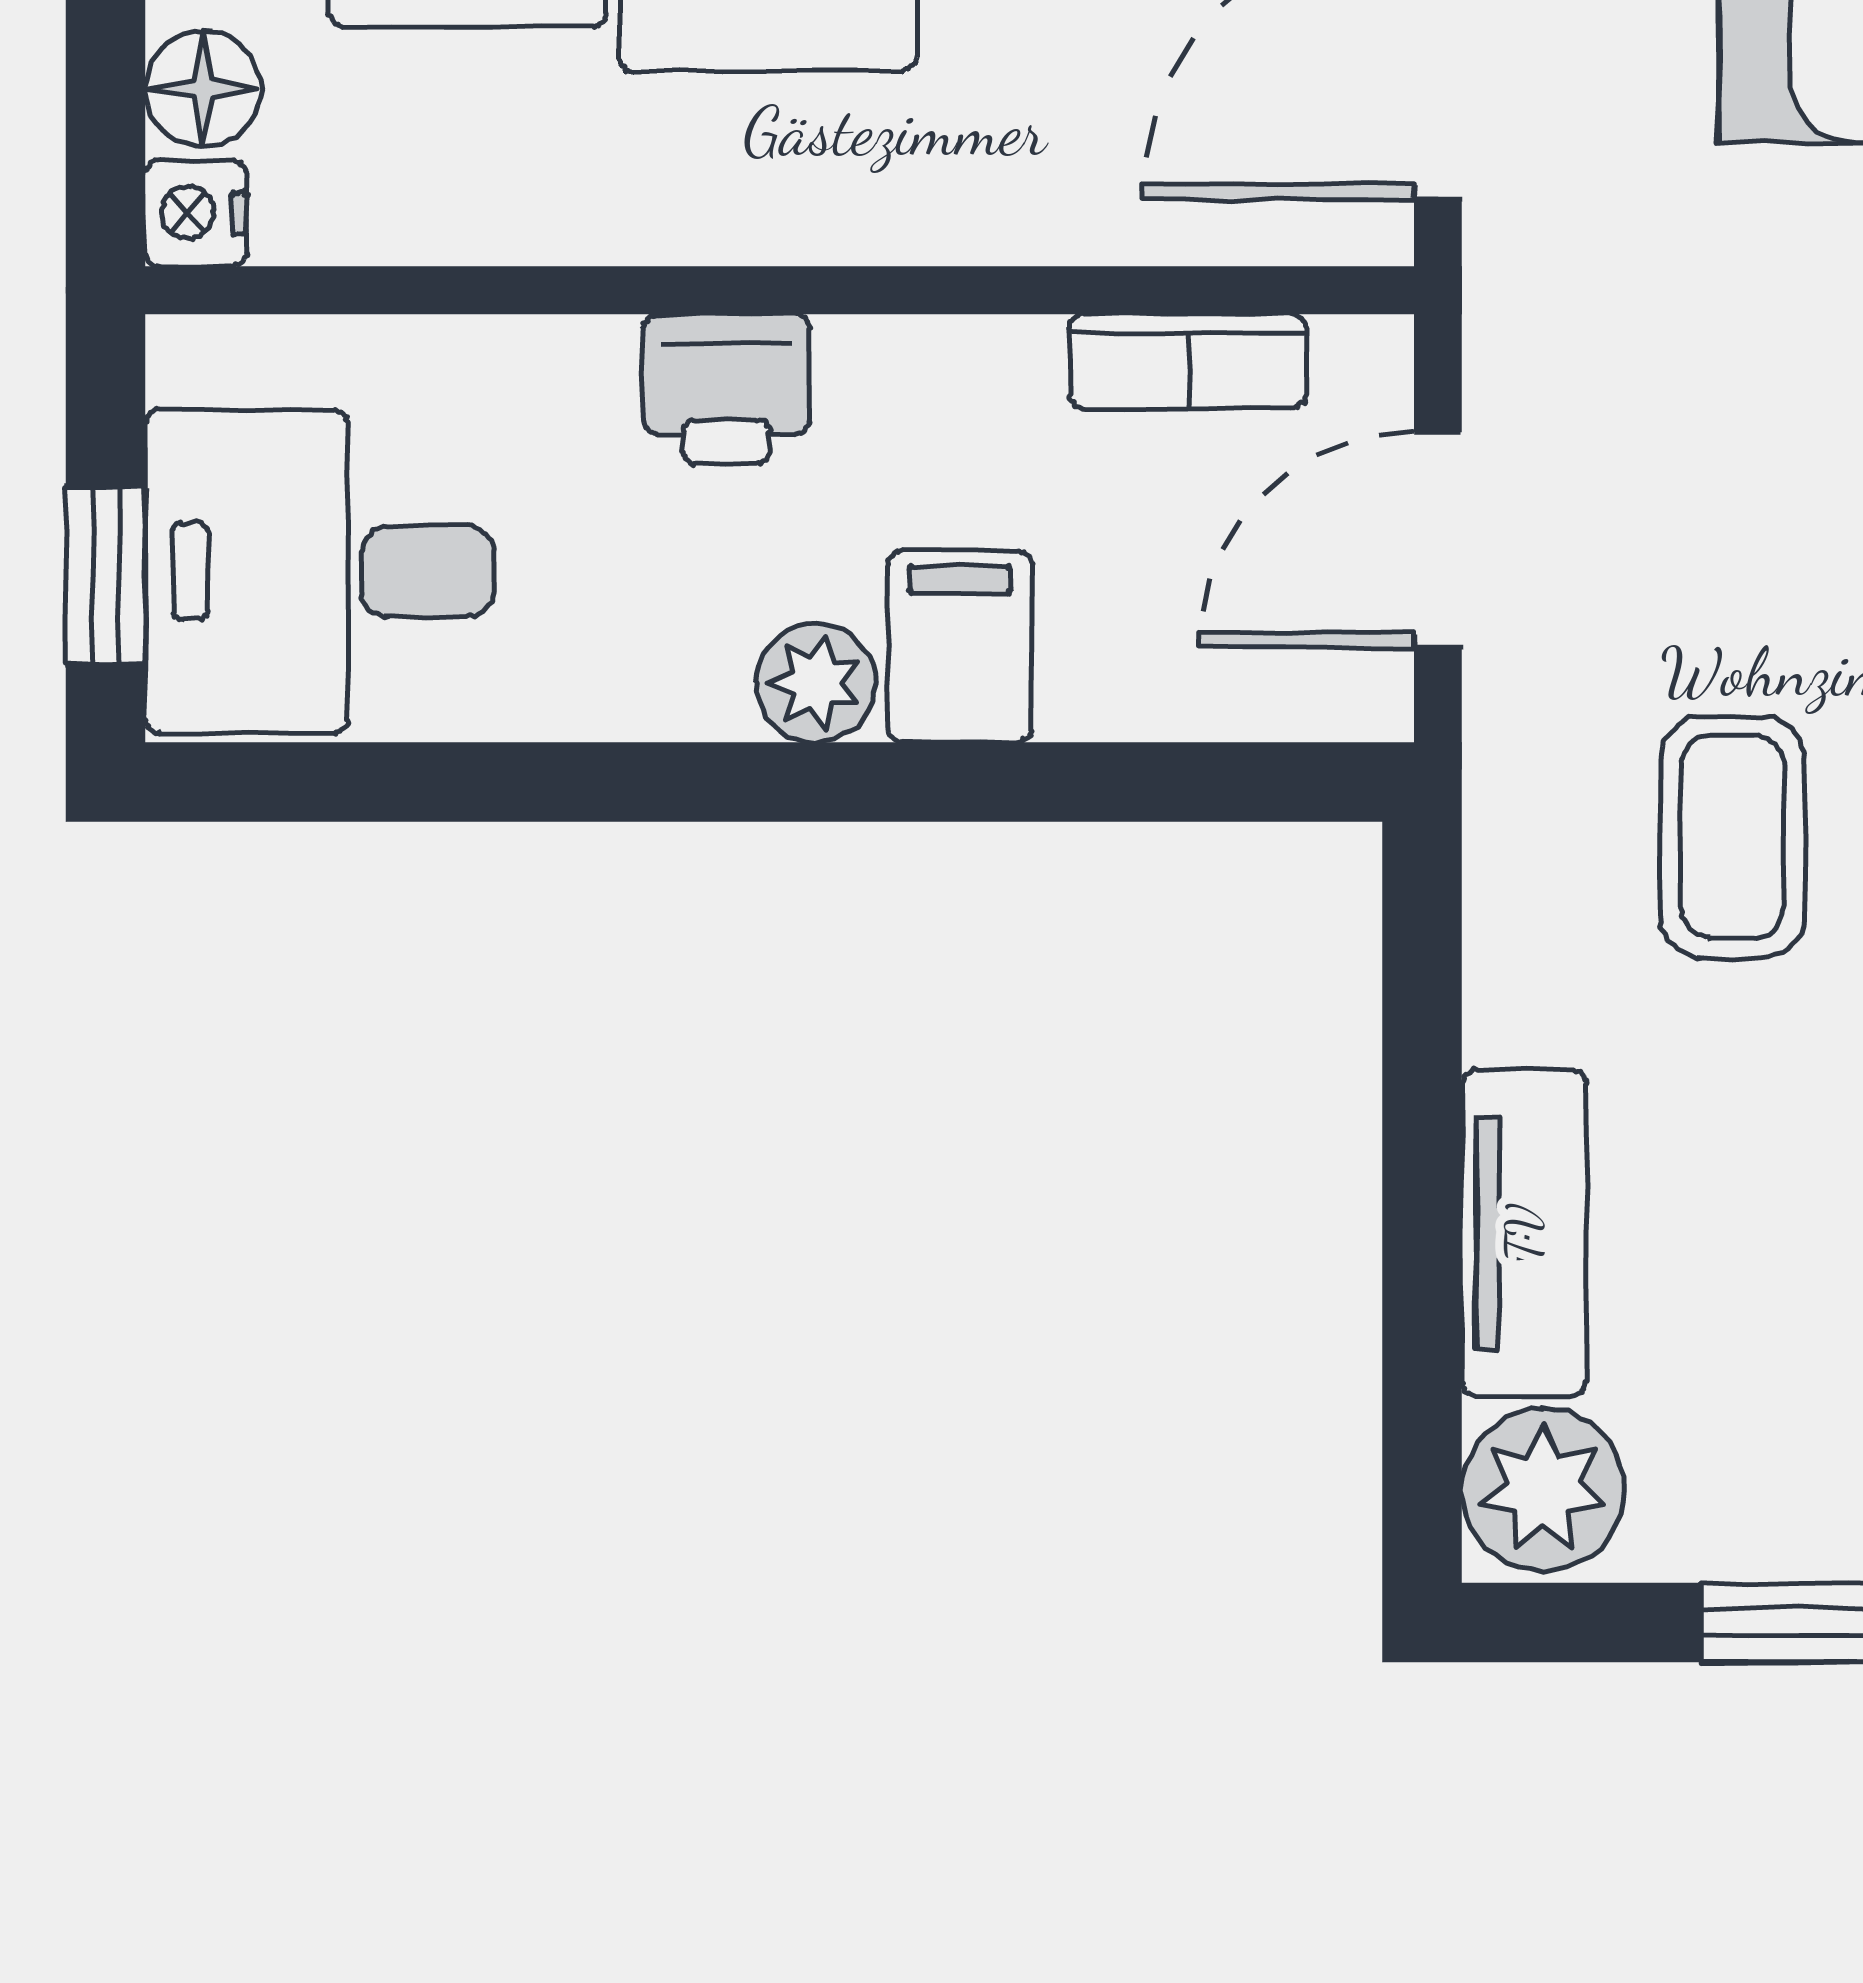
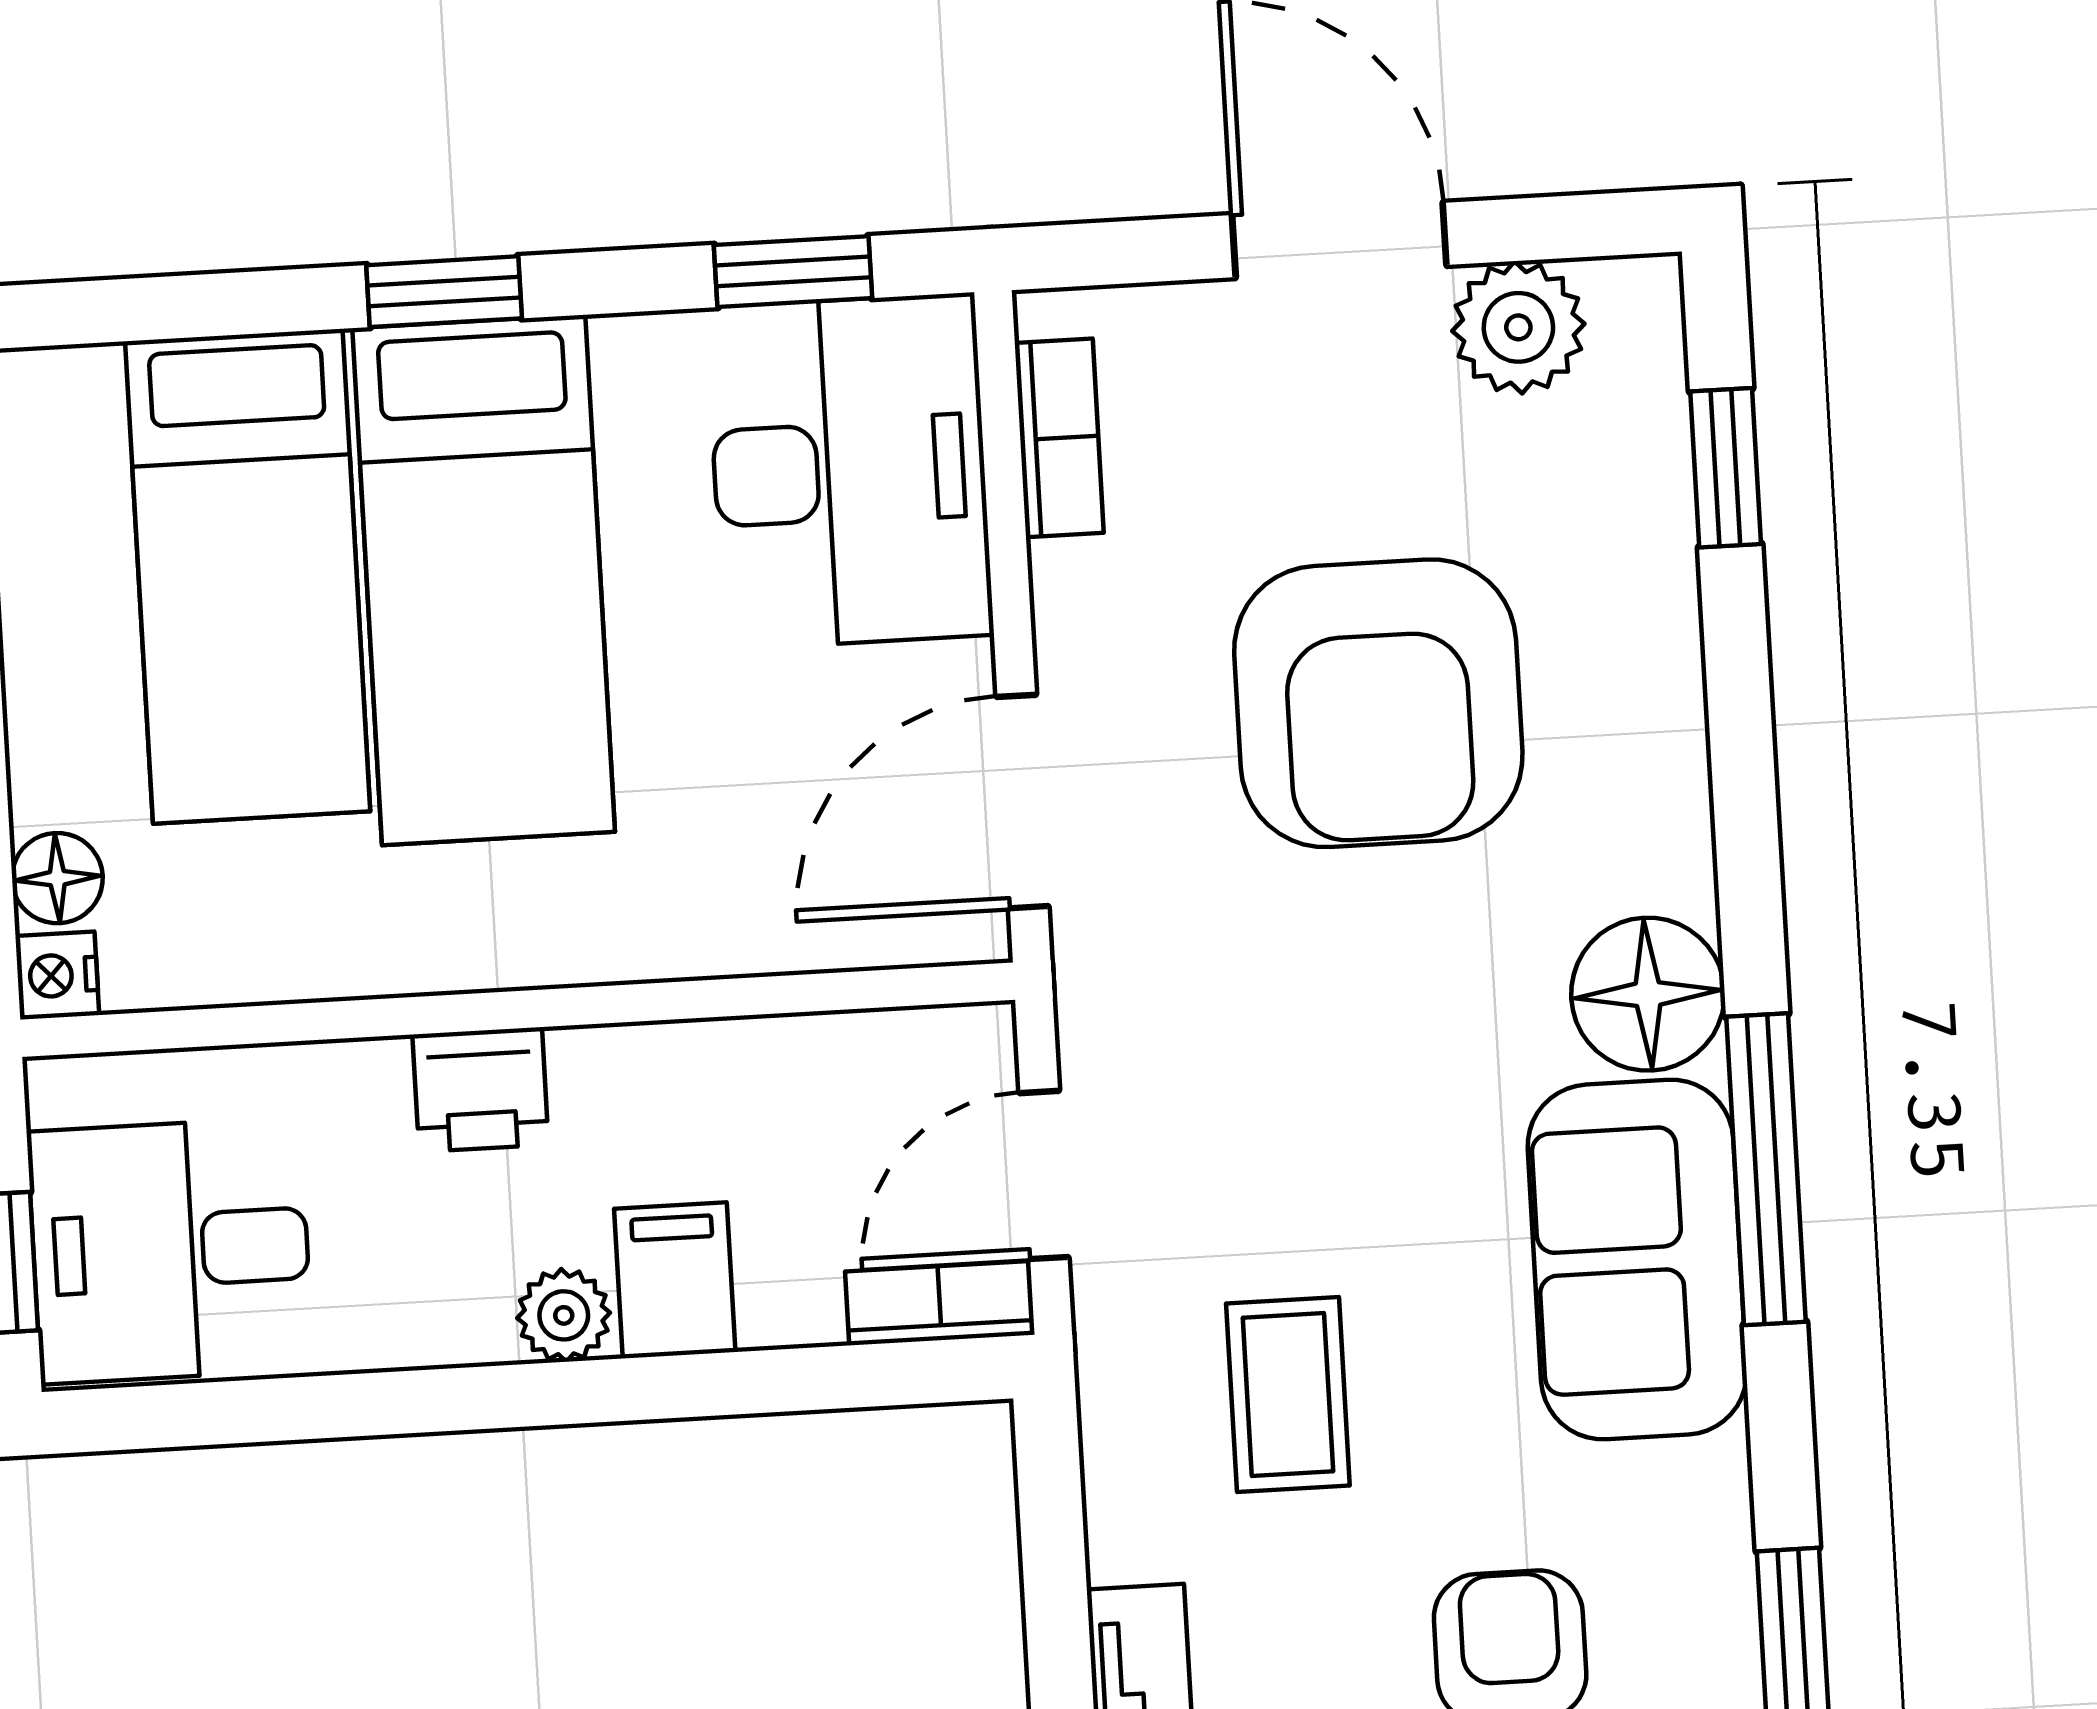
bookcase: (1188, 361) -> (940, 1303), moved, turned 180

